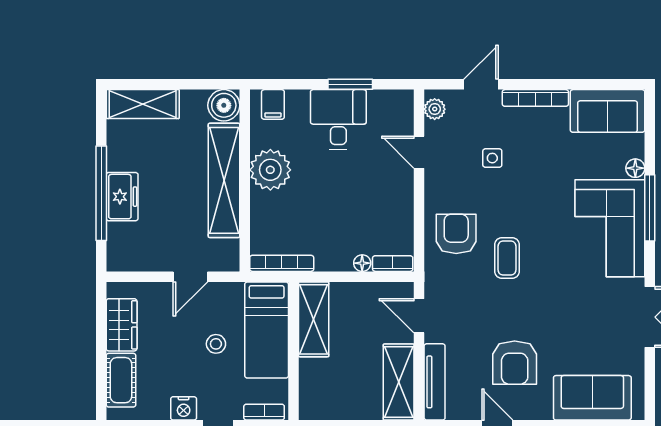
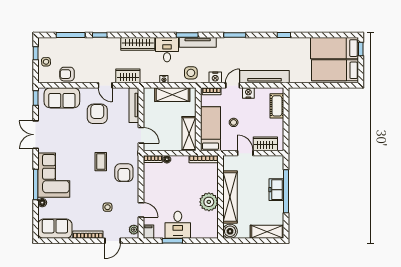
filing cabinet: (273, 104) -> (148, 232), moved
door: (190, 277) -> (245, 153), hinge flipped
wardrobe: (122, 325) -> (265, 144), moved, turned 90
shelving: (399, 382) -> (172, 95), moved, turned 90
window: (650, 397) -> (36, 98), added

